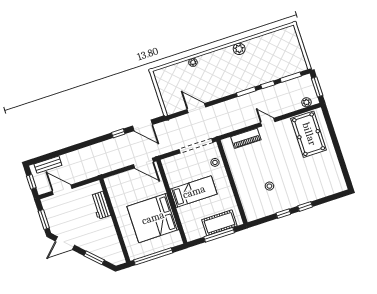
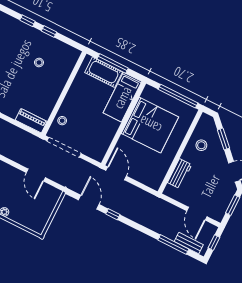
piano: (246, 138) -> (31, 121), moved
window: (57, 153) -> (173, 245), added
bed: (194, 192) -> (122, 97), moved, turned -90
stool: (105, 239) -> (201, 145), added

